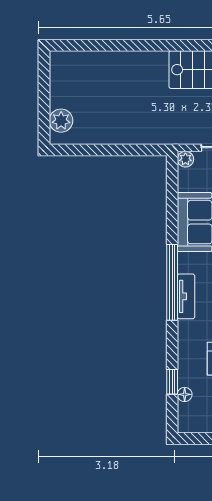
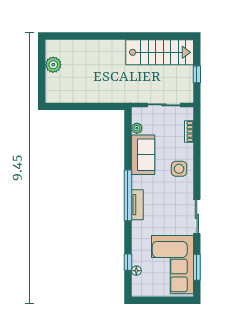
plant: (61, 121) -> (53, 65), moved
plant: (185, 159) -> (137, 128), moved

